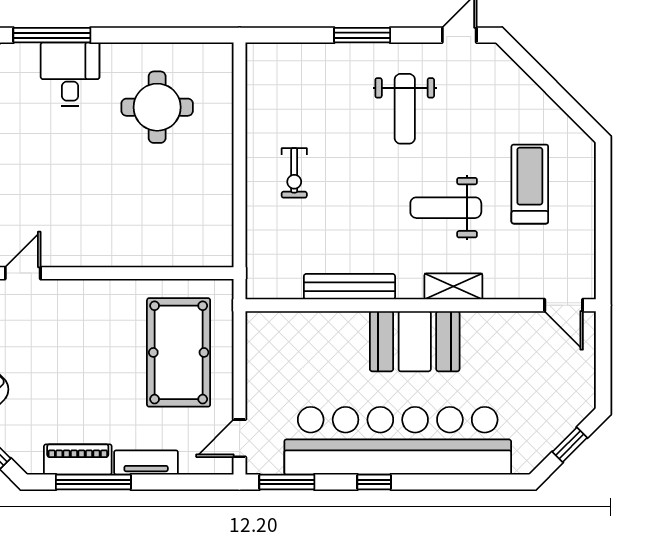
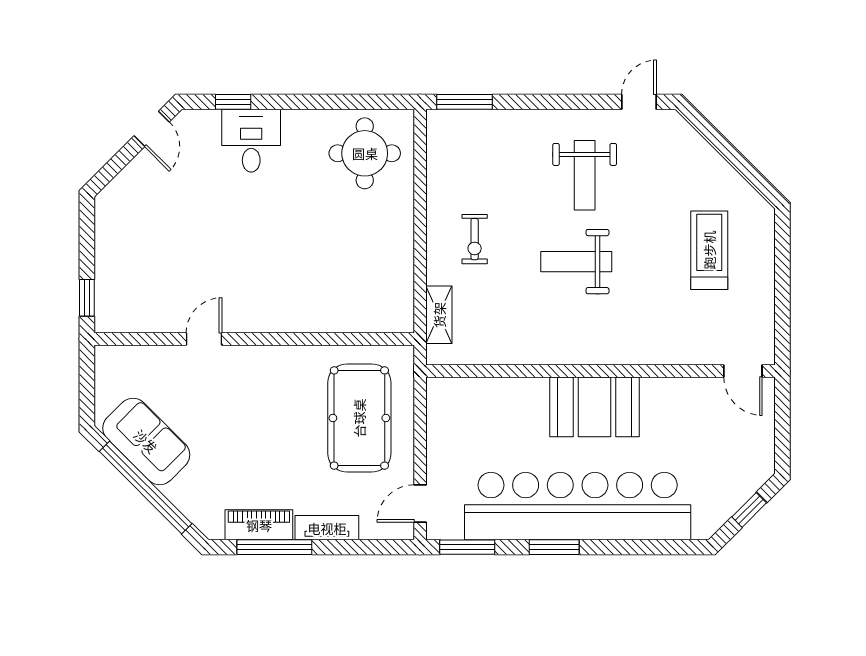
window: (52, 35) -> (233, 102), width x0.46
window: (362, 35) -> (465, 102), moved
round table: (157, 107) -> (365, 153), moved
weight bench: (446, 208) -> (576, 262), moved
shelving: (453, 286) -> (439, 315), moved, turned 90
bench: (349, 287) -> (530, 352), removed
window: (374, 482) -> (554, 547), width x1.50

